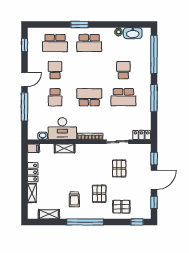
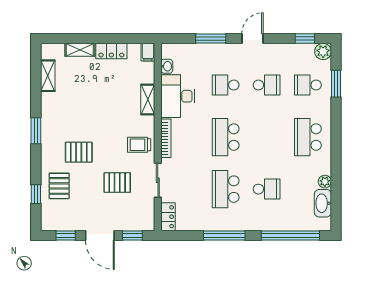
window: (79, 25) -> (336, 84), moved
plant: (33, 33) -> (323, 51), added
school desk: (55, 43) -> (308, 85), width x0.54
door: (24, 80) -> (252, 39), swing flipped
school desk: (89, 97) -> (226, 137), turned 180
window: (24, 107) -> (211, 39), width x0.69
trolley: (74, 199) -> (139, 145), moved
window: (85, 222) -> (36, 131), width x0.47
window: (137, 222) -> (36, 194), moved

